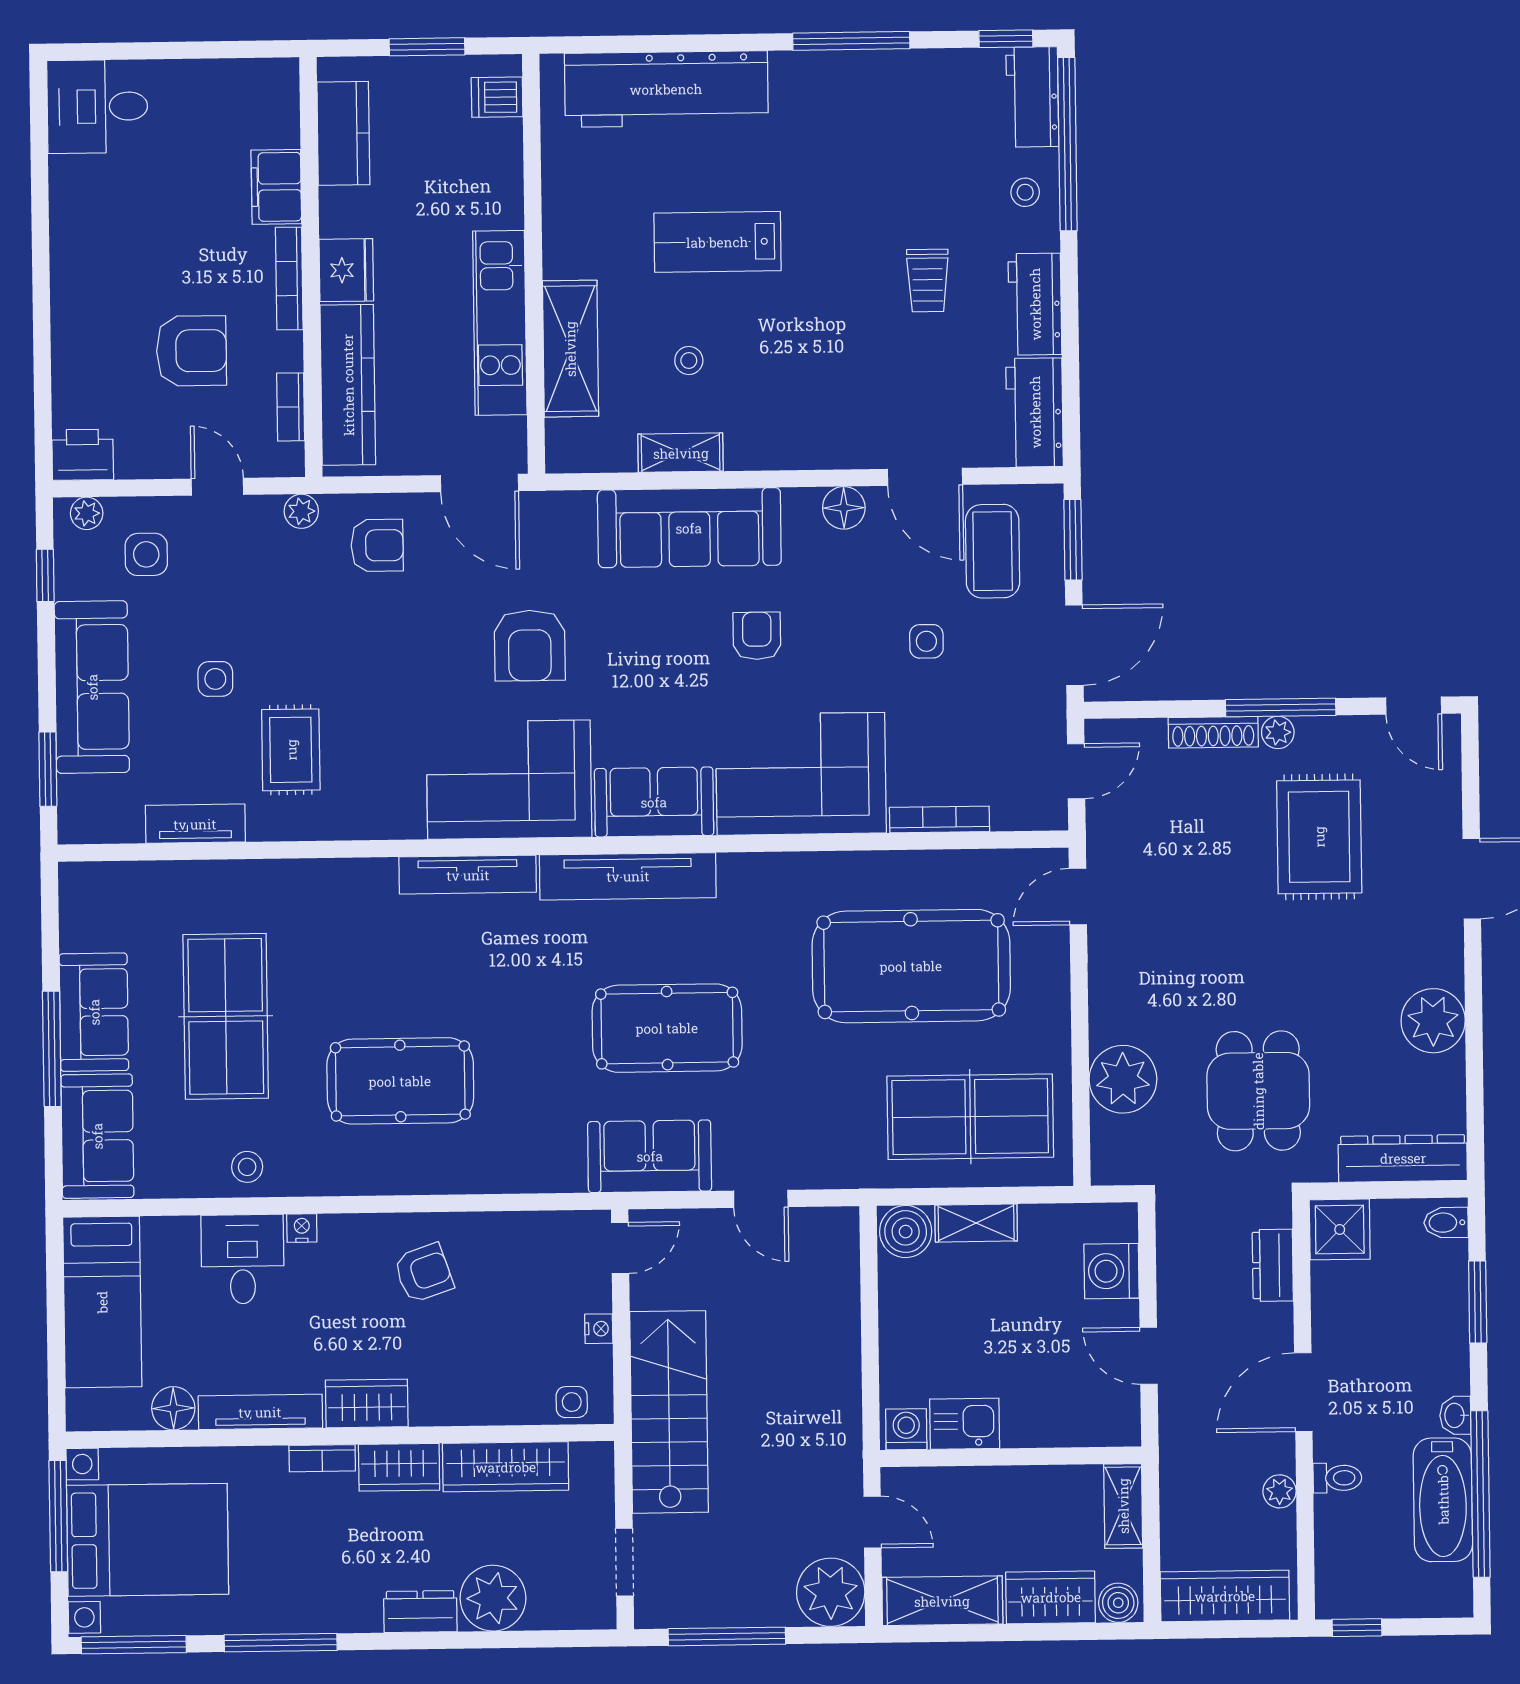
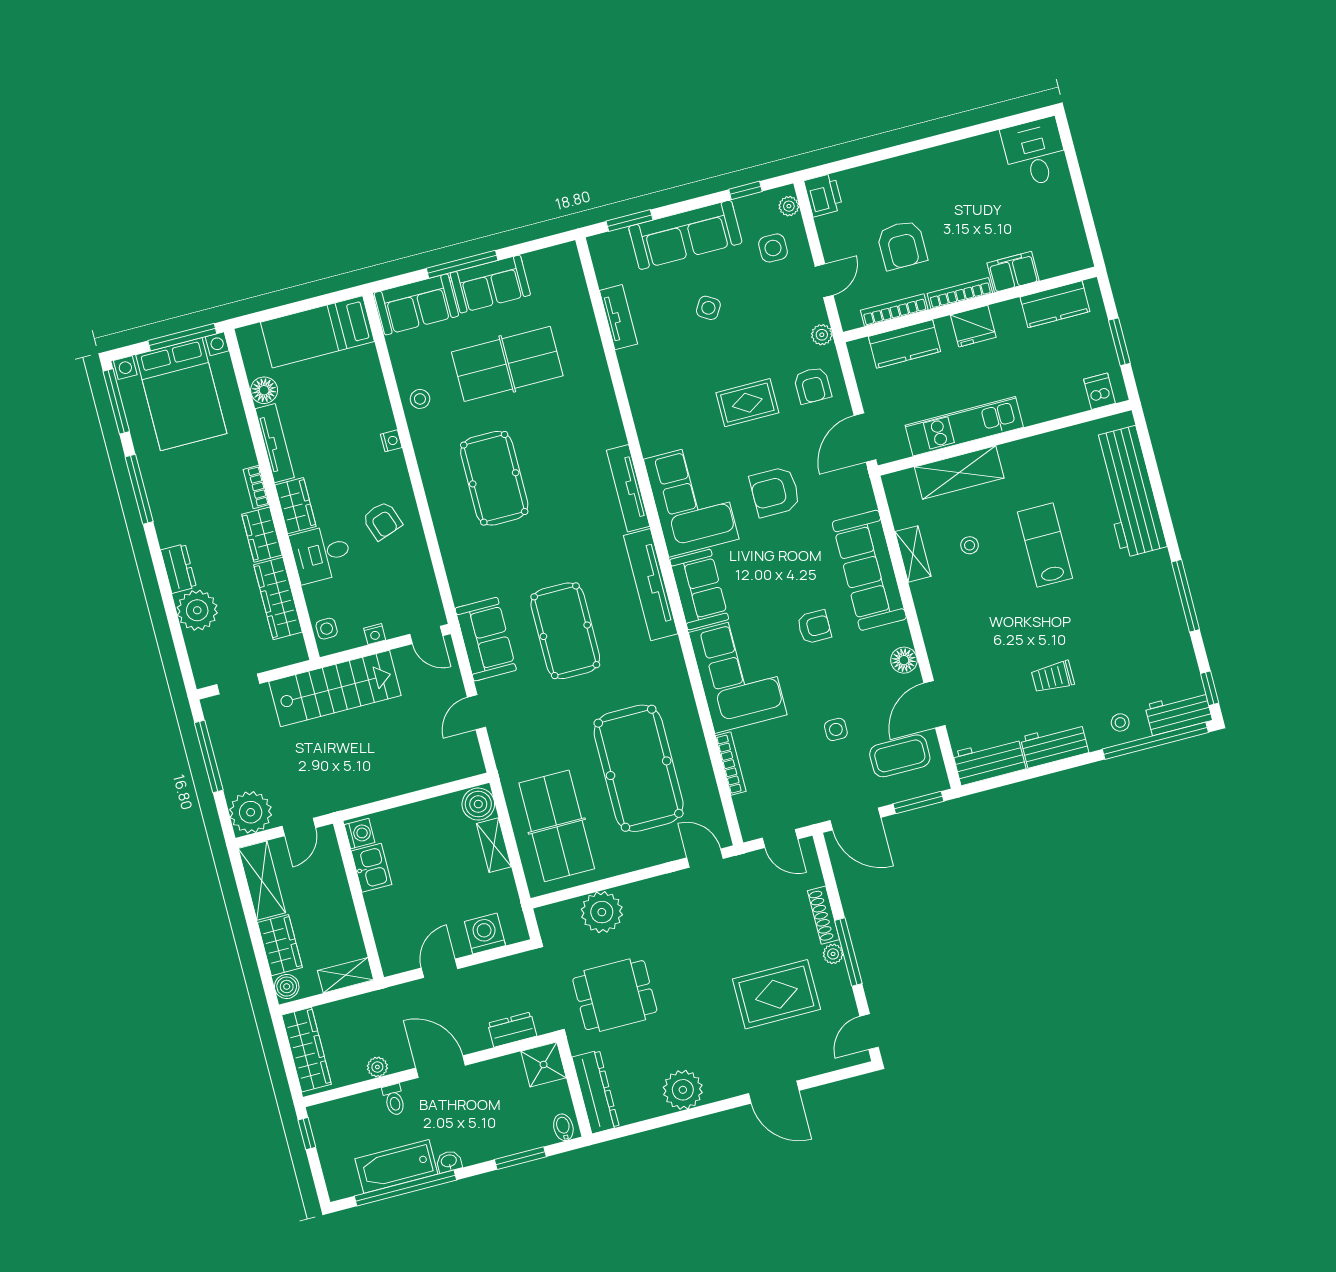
kitchen counter: (348, 385) -> (905, 344), width x0.67
bookcase: (291, 407) -> (894, 310), width x1.56
side table: (215, 679) -> (708, 308), turned 31
rug: (291, 750) -> (747, 403), moved
desk: (243, 1259) -> (321, 554), moved, turned 180

